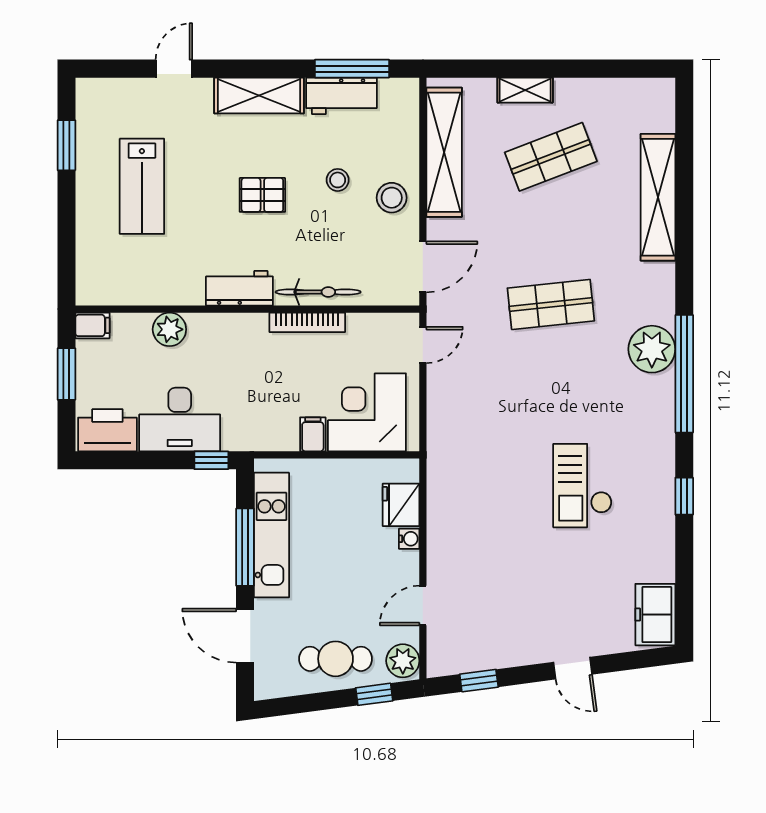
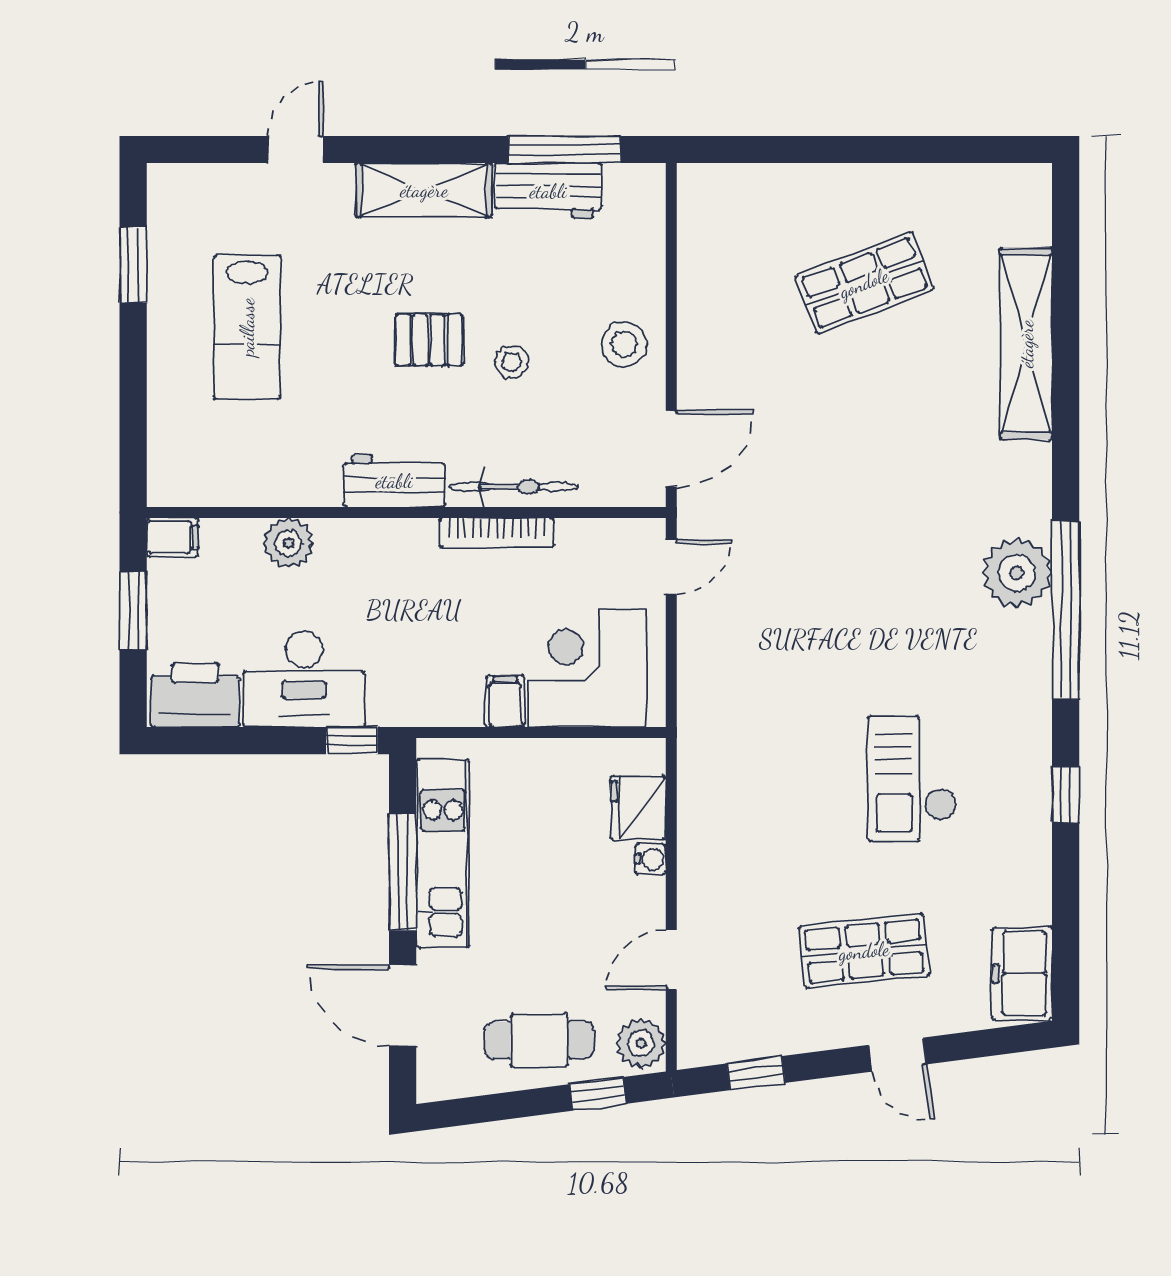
shelving: (525, 90) -> (825, 182), removed
shelving: (444, 152) -> (703, 276), removed
stool: (338, 180) -> (511, 362), moved
shop shelf: (551, 304) -> (864, 951), moved

